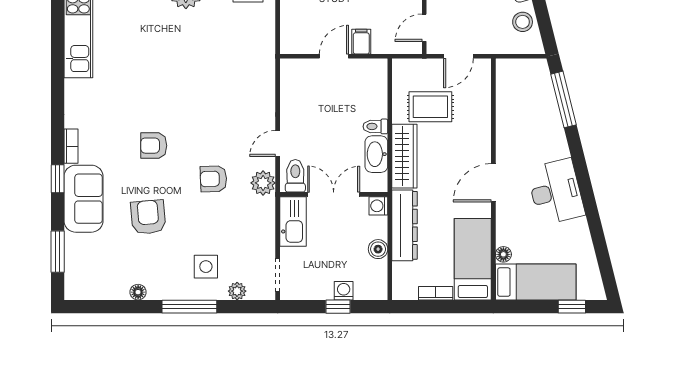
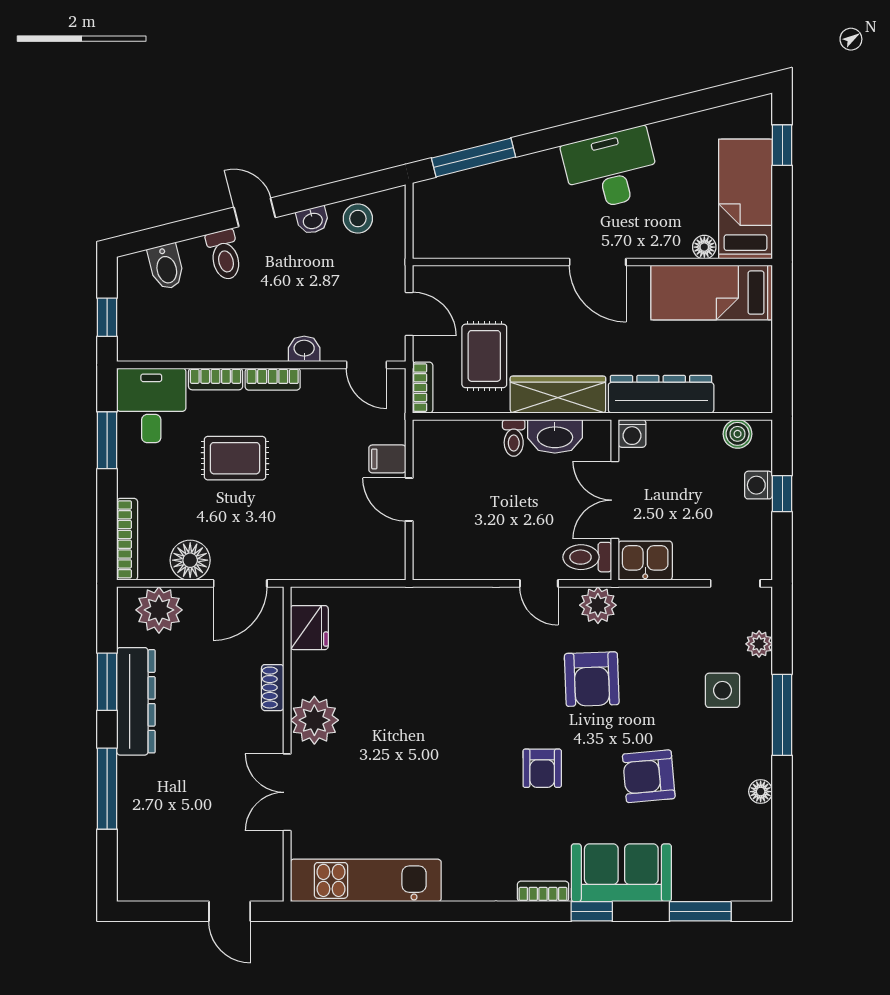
armchair: (213, 179) -> (592, 679), width x1.38, depth x1.38
kitchen sink: (293, 222) -> (645, 561), width x0.73
boiler: (378, 249) -> (738, 434), moved
bookcase: (436, 293) -> (423, 388), moved, turned 180

